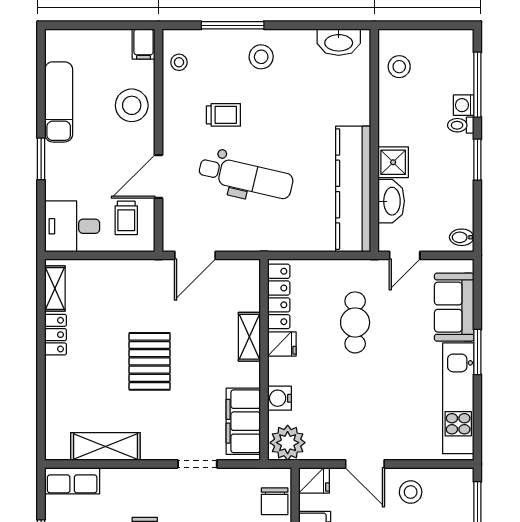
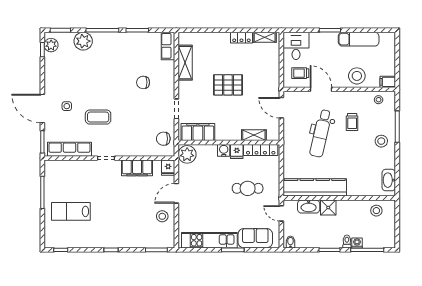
shelving: (249, 337) -> (254, 135), moved
water cooler: (280, 398) -> (224, 150), moved
chair: (275, 501) -> (163, 139), moved

